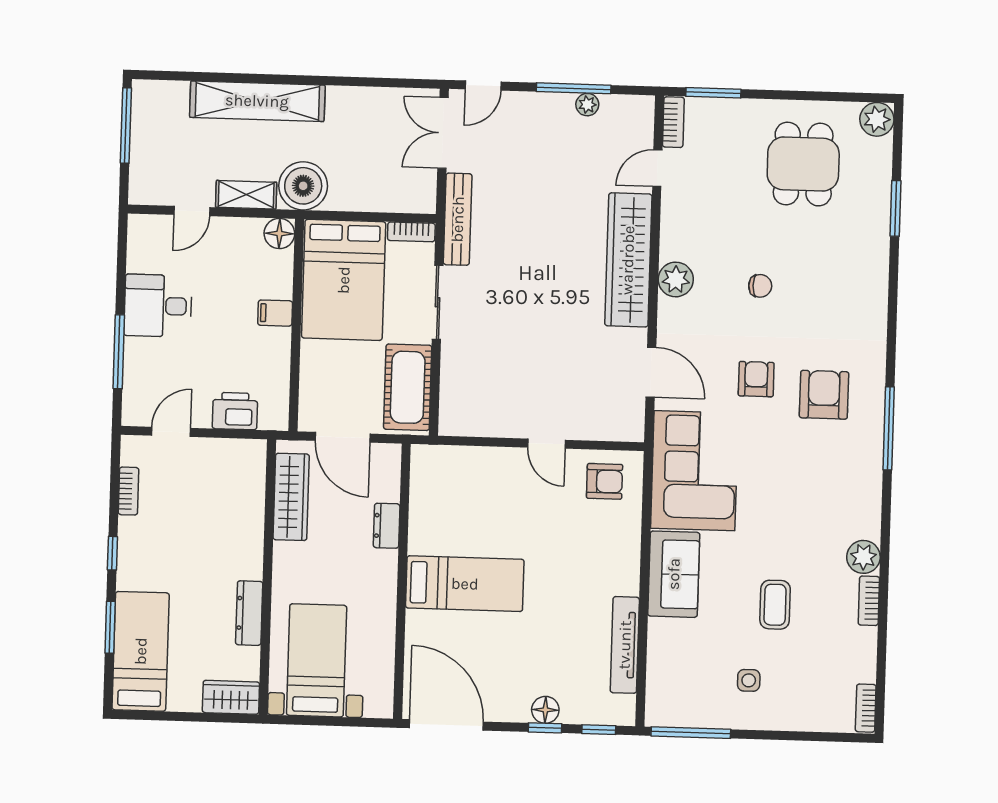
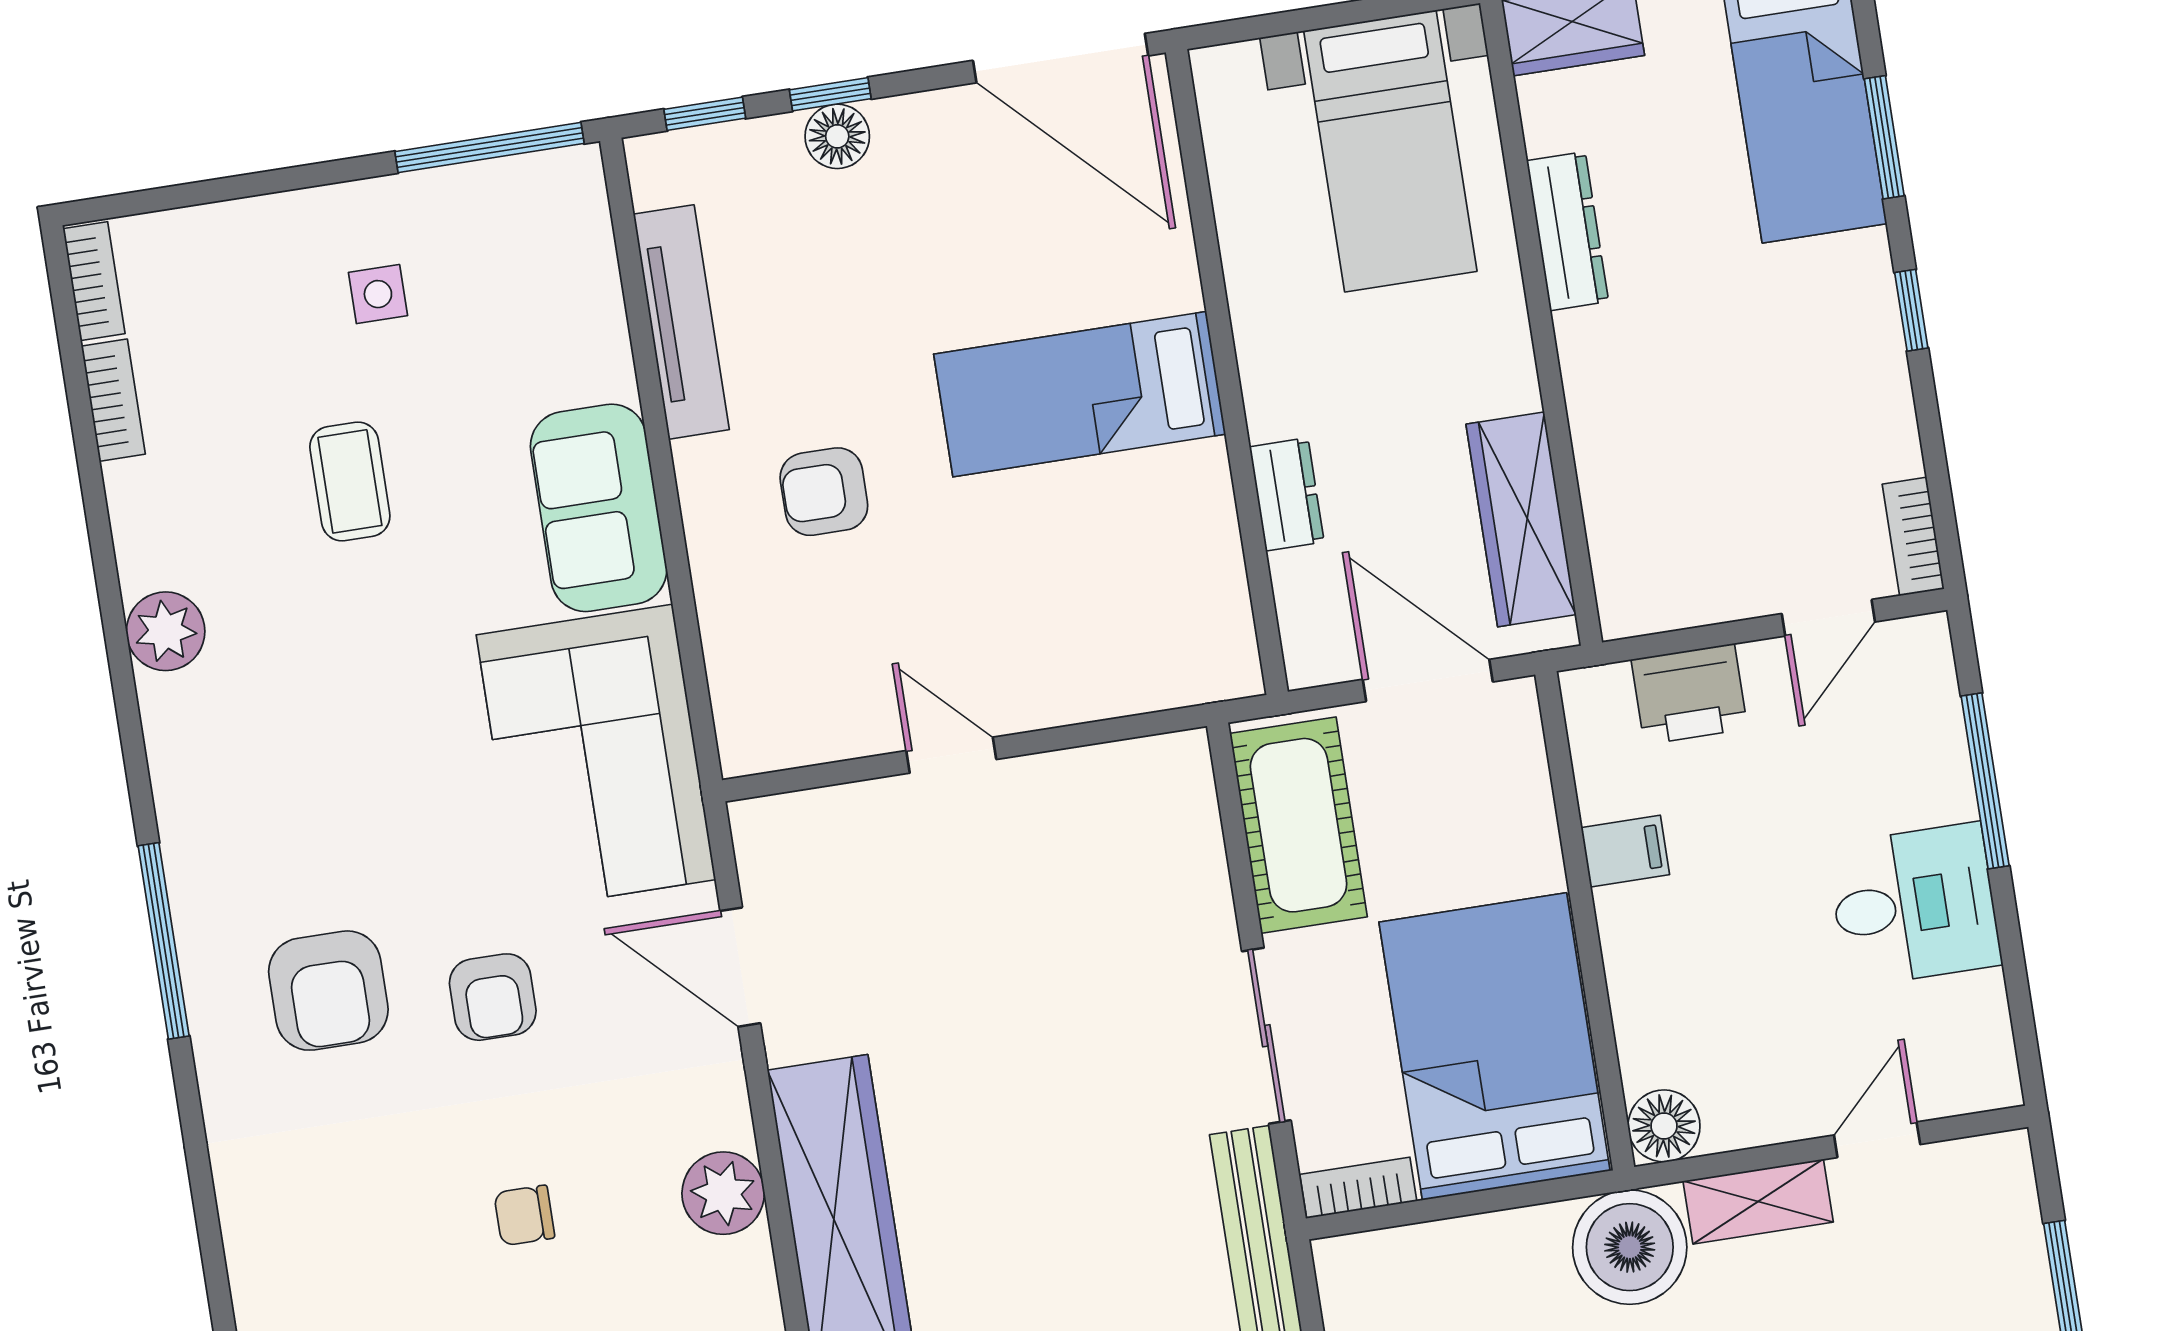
filing cabinet: (275, 313) -> (1625, 851), moved
armchair: (605, 481) -> (824, 492), moved
bookcase: (128, 491) -> (1913, 537), moved
bookcase: (869, 601) -> (113, 400), moved

